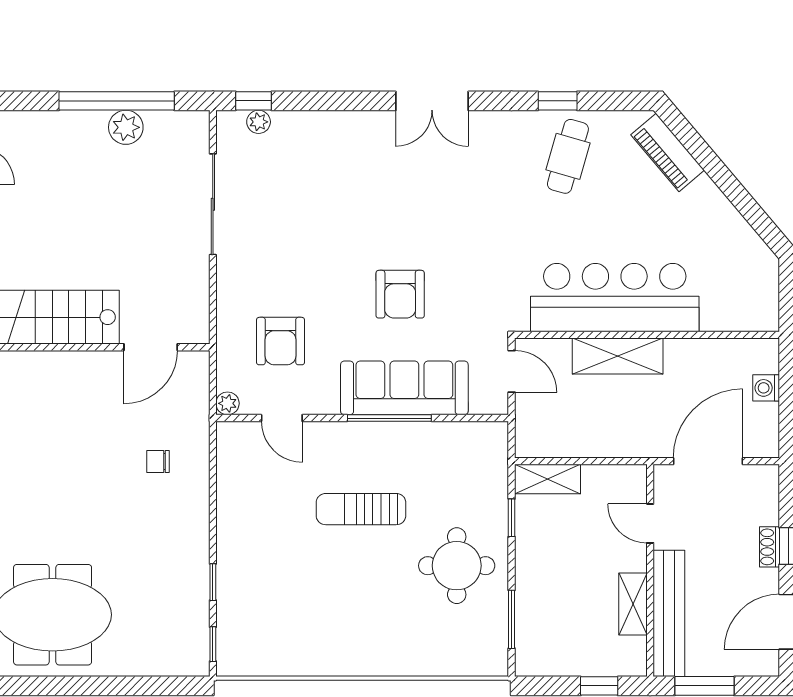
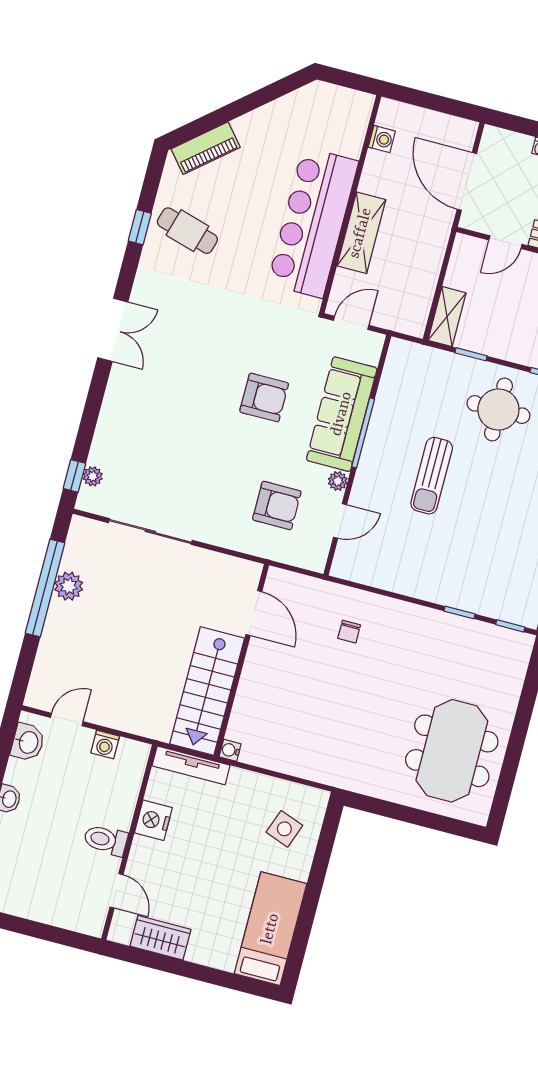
washing machine: (766, 388) -> (382, 139), moved, turned -90
plant: (228, 403) -> (338, 481), moved

